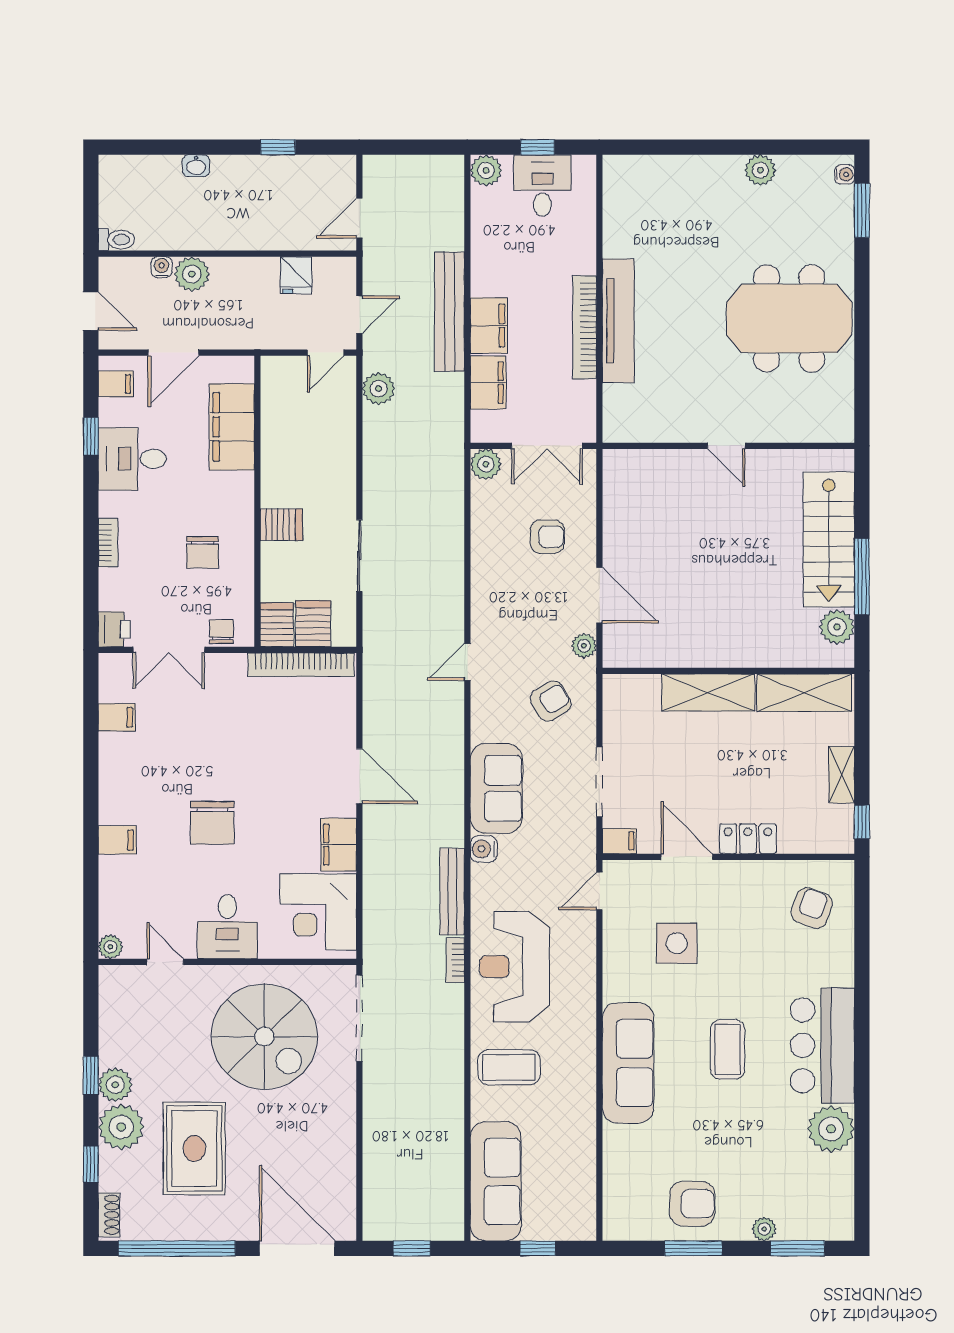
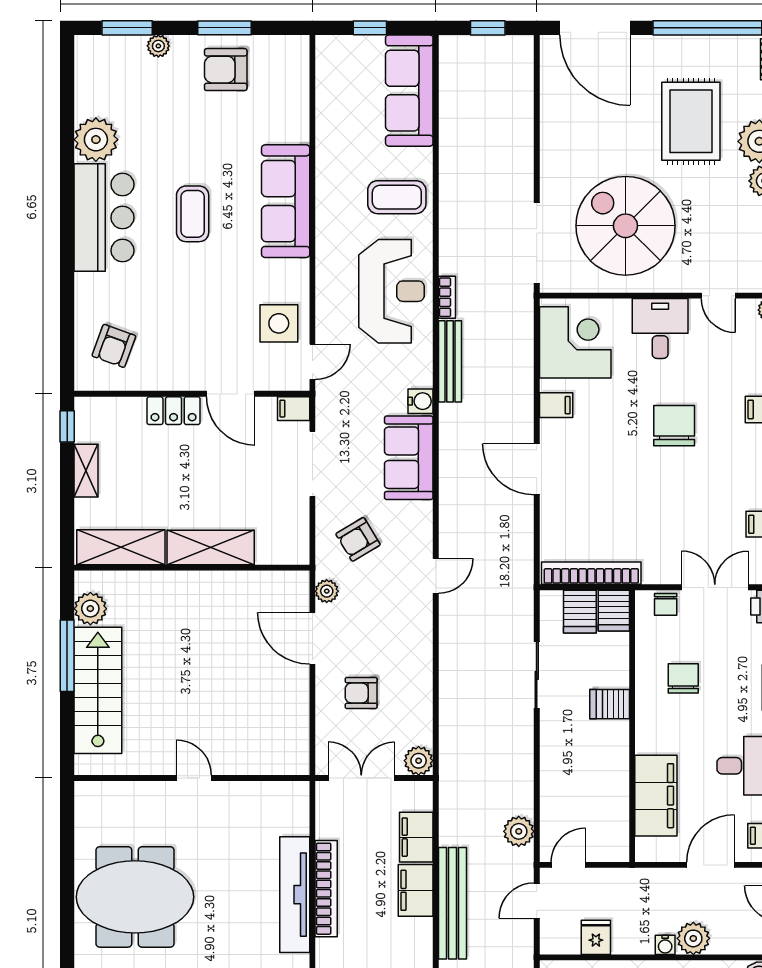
water cooler: (162, 267) -> (665, 945), moved
filing cabinet: (339, 845) -> (556, 405), width x0.50
side table: (677, 943) -> (279, 323), moved

